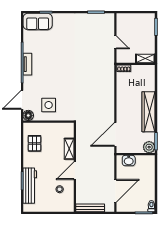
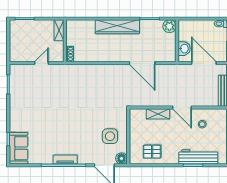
plant: (149, 147) -> (169, 26), moved
wall: (136, 154) -> (177, 41), moved
washbasin: (129, 161) -> (184, 49), moved

